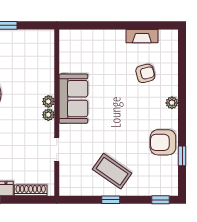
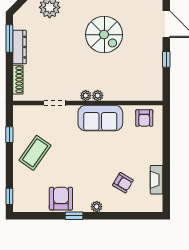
armchair: (73, 50) -> (144, 118), added
armchair: (145, 73) -> (123, 183), turned -45
window: (182, 156) -> (74, 216), moved
window: (111, 200) -> (9, 135), moved

